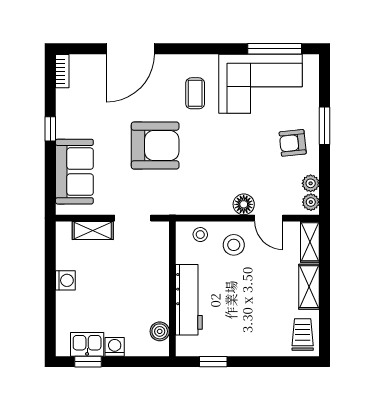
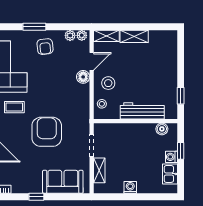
trolley: (303, 334) -> (164, 40), removed
window: (88, 362) -> (181, 151), moved

